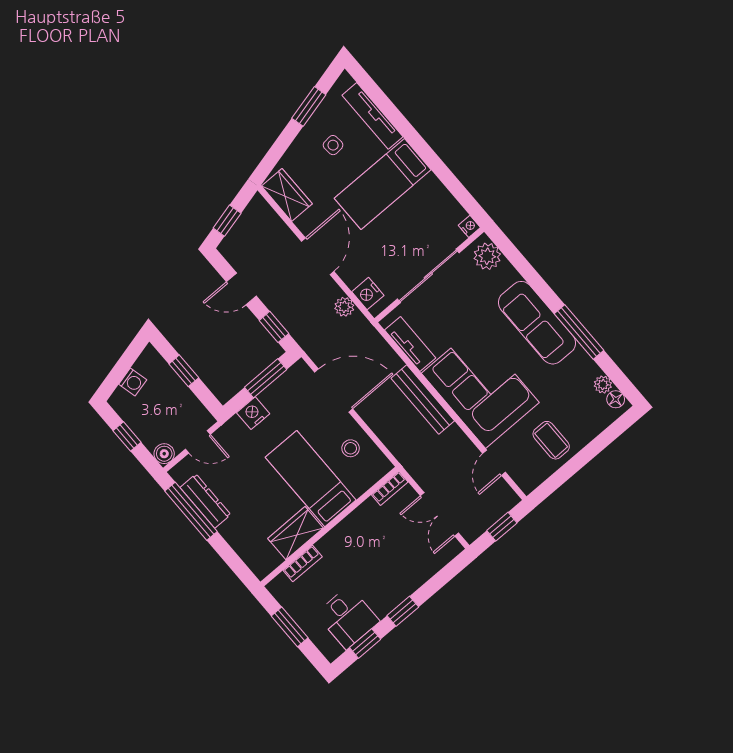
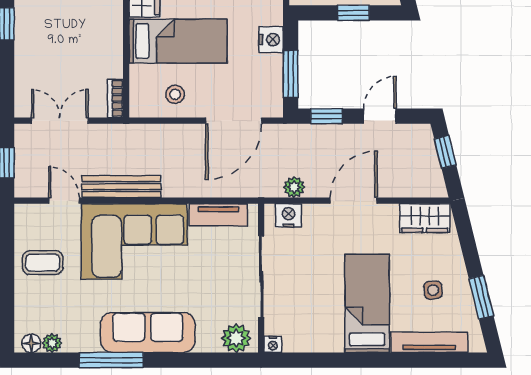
door: (318, 256) -> (354, 201), swing flipped
bench: (423, 399) -> (121, 187), moved

